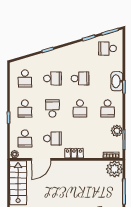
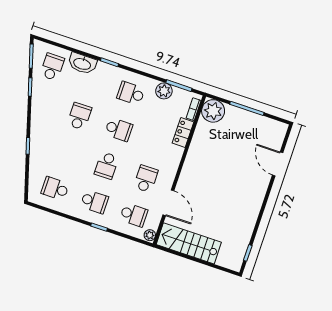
school desk: (108, 48) -> (52, 67), turned 180
school desk: (25, 78) -> (55, 188), turned 180
school desk: (52, 78) -> (67, 152), removed
washbasin: (117, 81) -> (82, 64), moved
school desk: (52, 108) -> (107, 166), turned -90
school desk: (108, 108) -> (131, 93), turned 180
locker: (74, 153) -> (183, 133), moved

